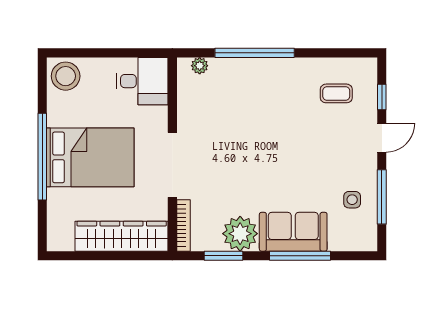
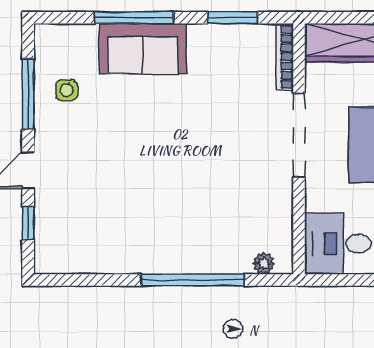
coffee table: (336, 93) -> (87, 228), removed
plant: (240, 234) -> (211, 46), removed

